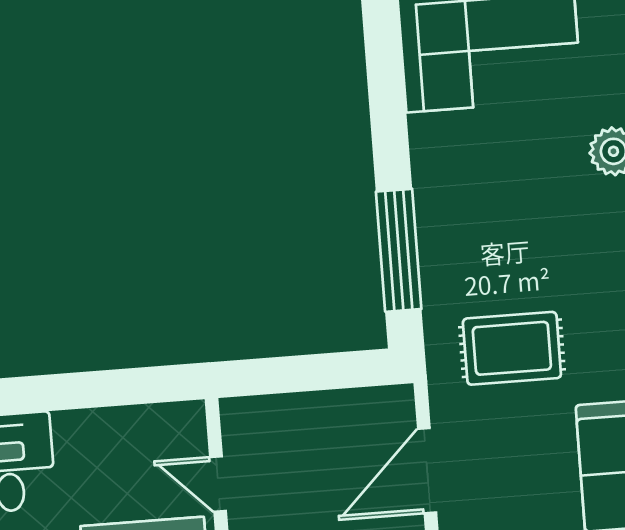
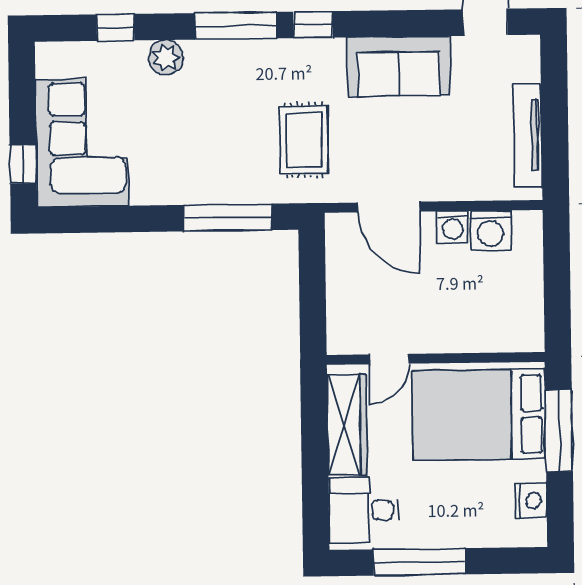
wardrobe: (124, 432) -> (347, 425), added

